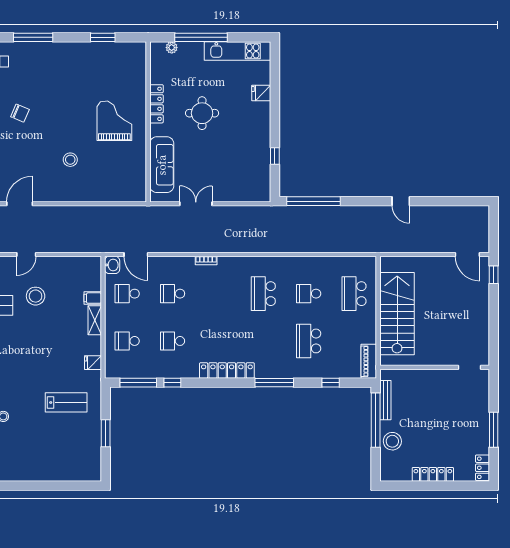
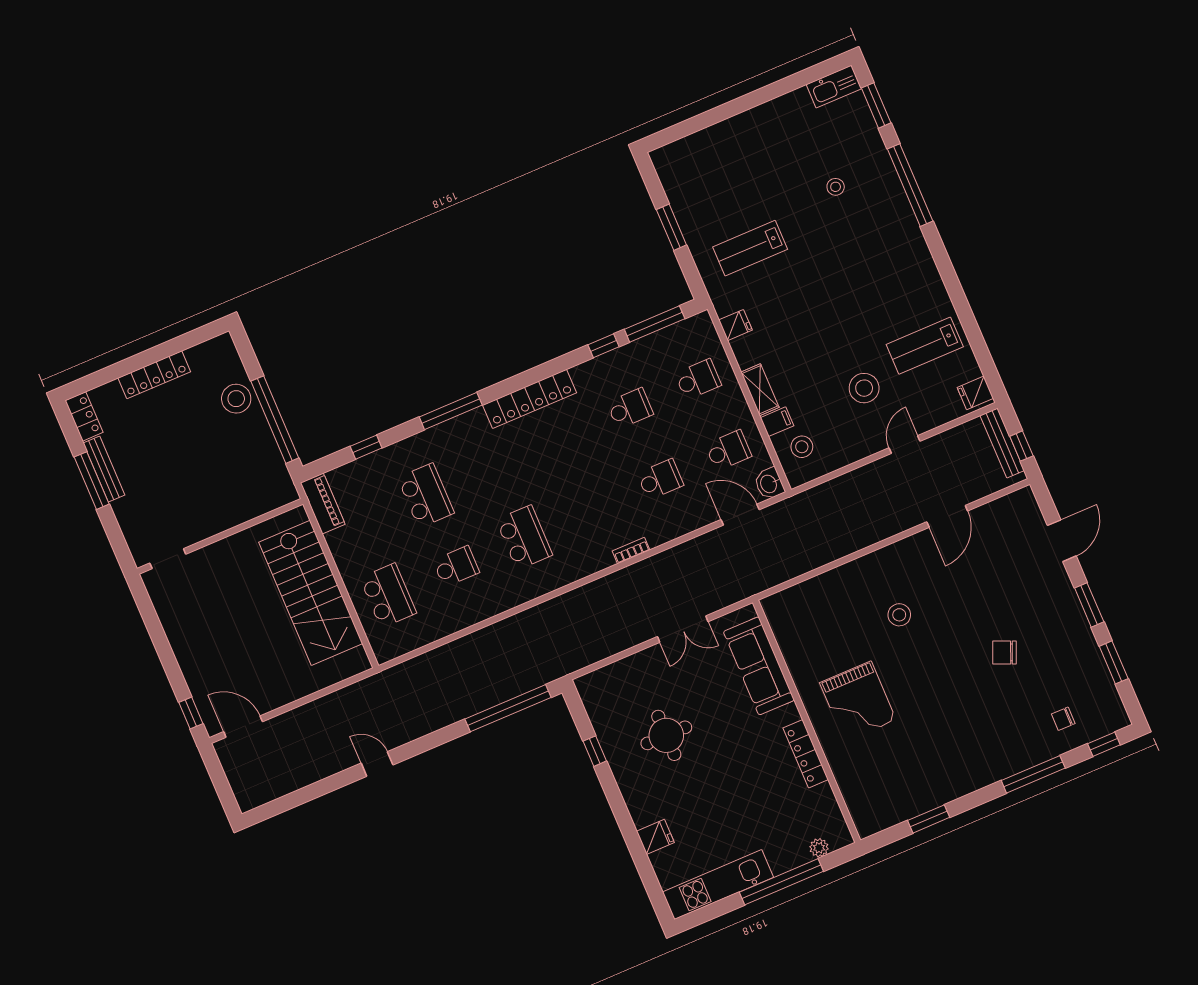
round table: (202, 113) -> (666, 735), moved
stool: (85, 278) -> (802, 447), added
bench: (385, 400) -> (104, 469), moved

